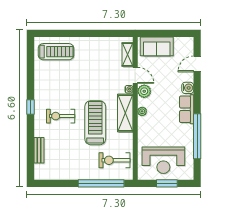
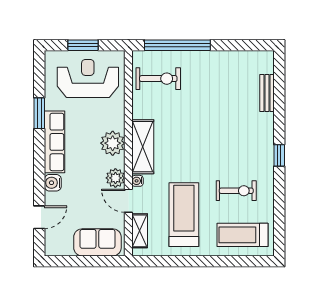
row of seats: (187, 109) -> (54, 142), width x1.48
plant: (142, 111) -> (113, 143), width x1.88, depth x1.88
exercise bike: (61, 116) -> (236, 191), moved
treadmill: (95, 123) -> (184, 215), moved, turned 180
window: (197, 136) -> (39, 113), width x0.47

